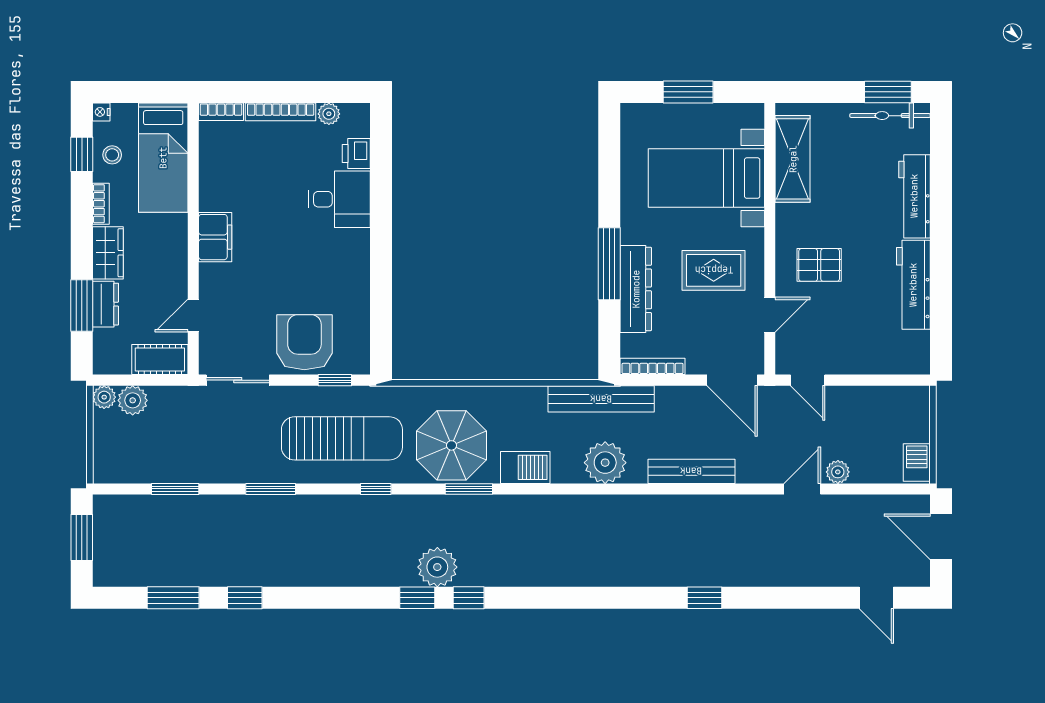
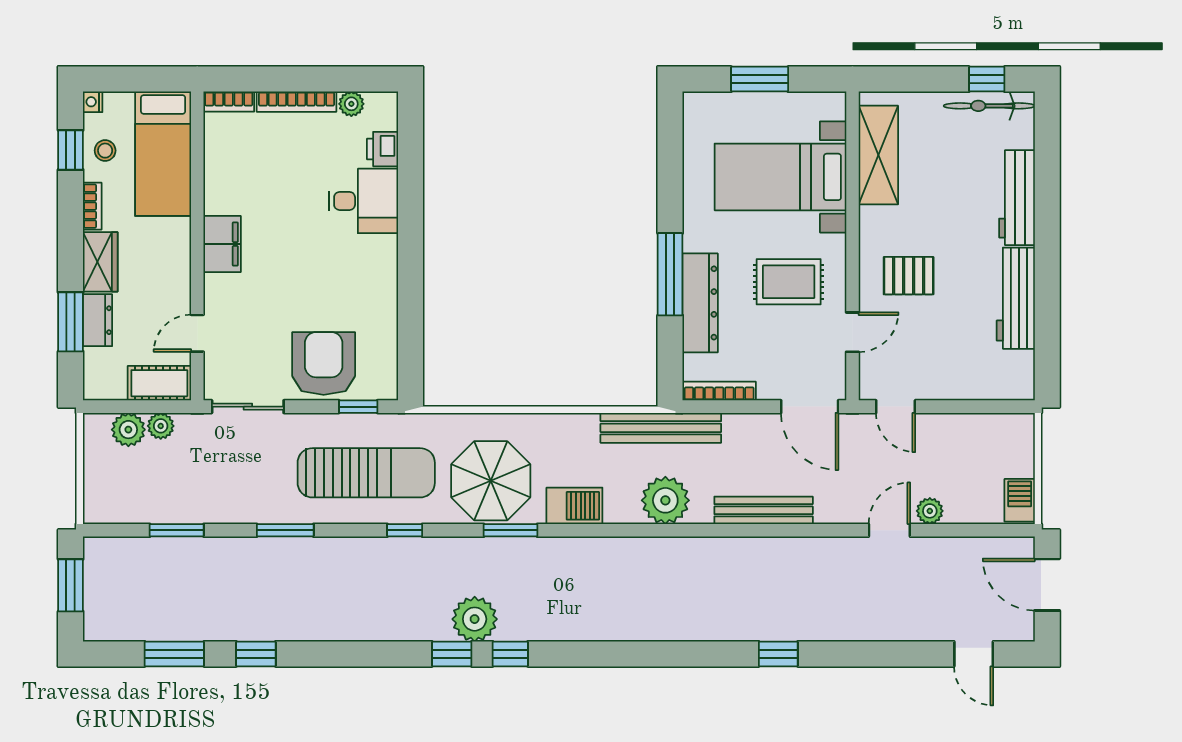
window: (888, 92) -> (987, 79), width x0.67
plant: (104, 397) -> (161, 426), moved

